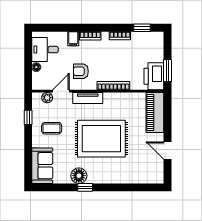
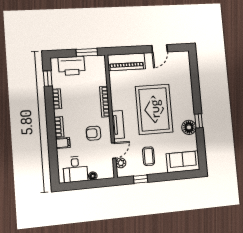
armchair: (81, 71) -> (94, 133), turned 90
printer: (154, 76) -> (72, 66), moved
door: (61, 91) -> (114, 150), swing flipped

